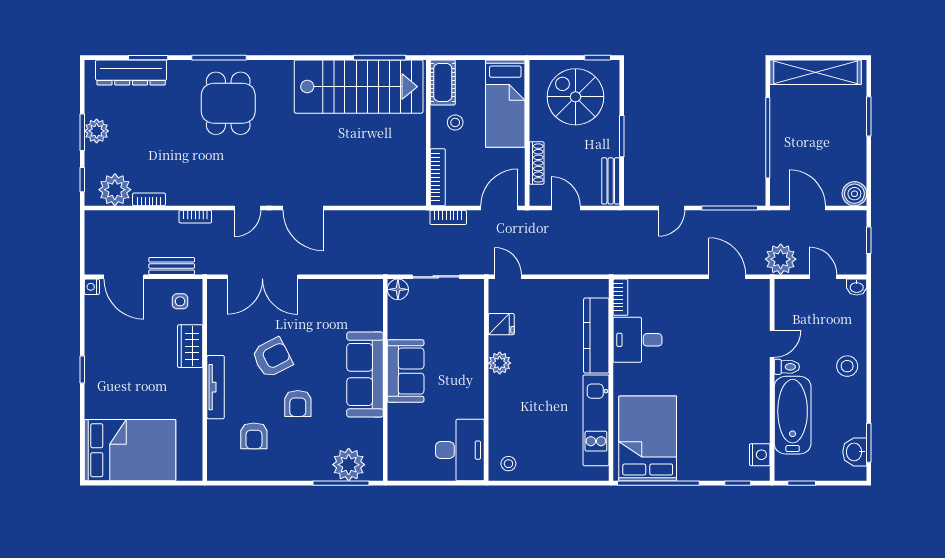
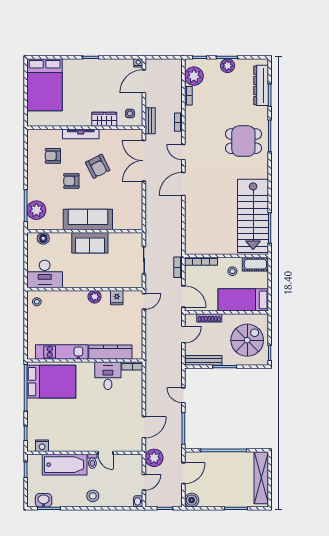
bench: (611, 181) -> (204, 360), width x1.36
bench: (172, 266) -> (150, 121), moved
floor lamp: (398, 289) -> (43, 238), moved

